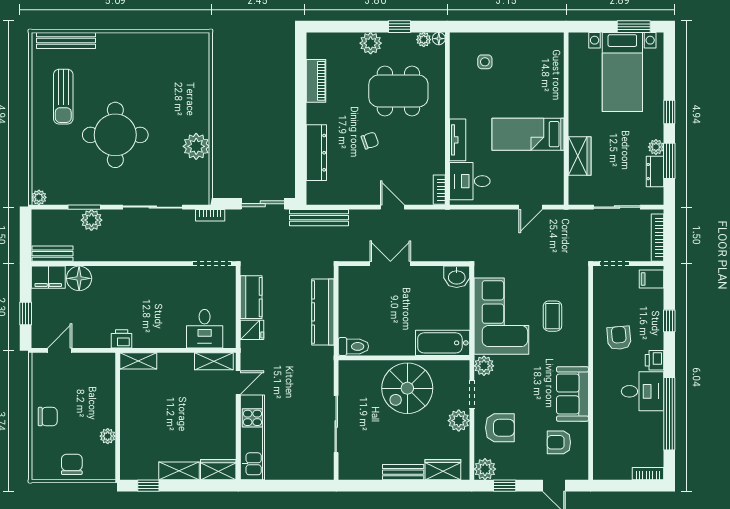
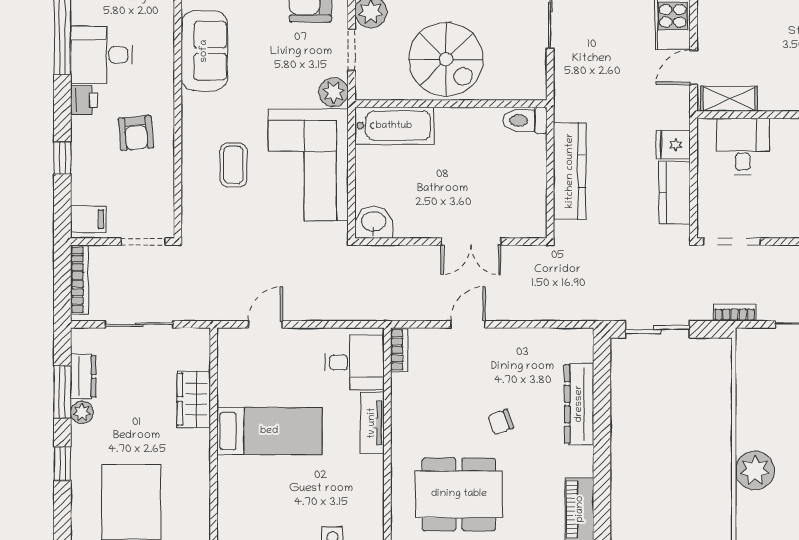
plant: (196, 146) -> (755, 470), moved
door: (392, 207) -> (468, 324), swing flipped
bench: (319, 218) -> (575, 309), removed
spiral stairs: (407, 388) -> (446, 59), turned 90

